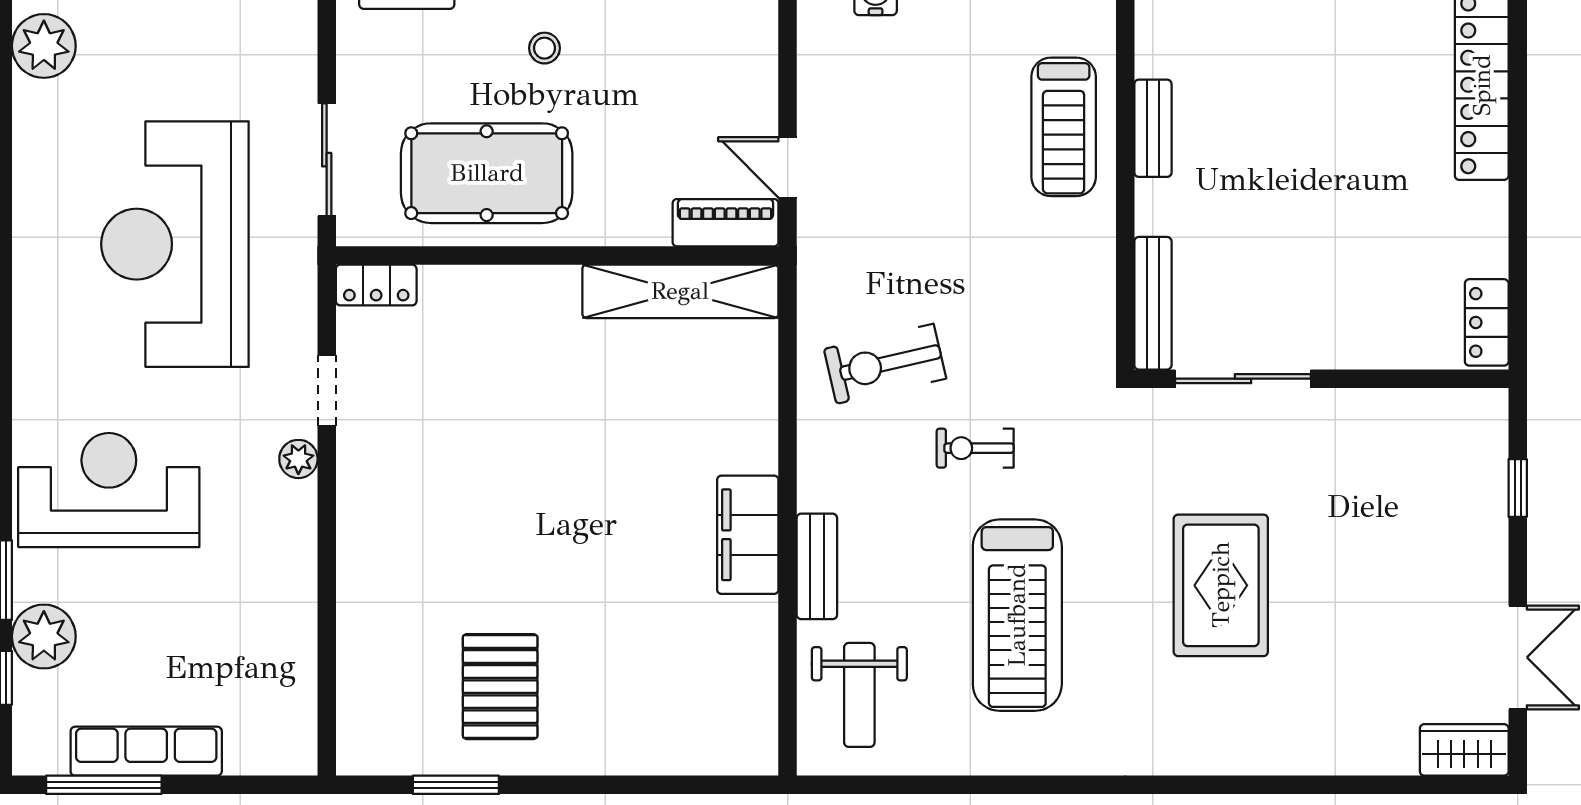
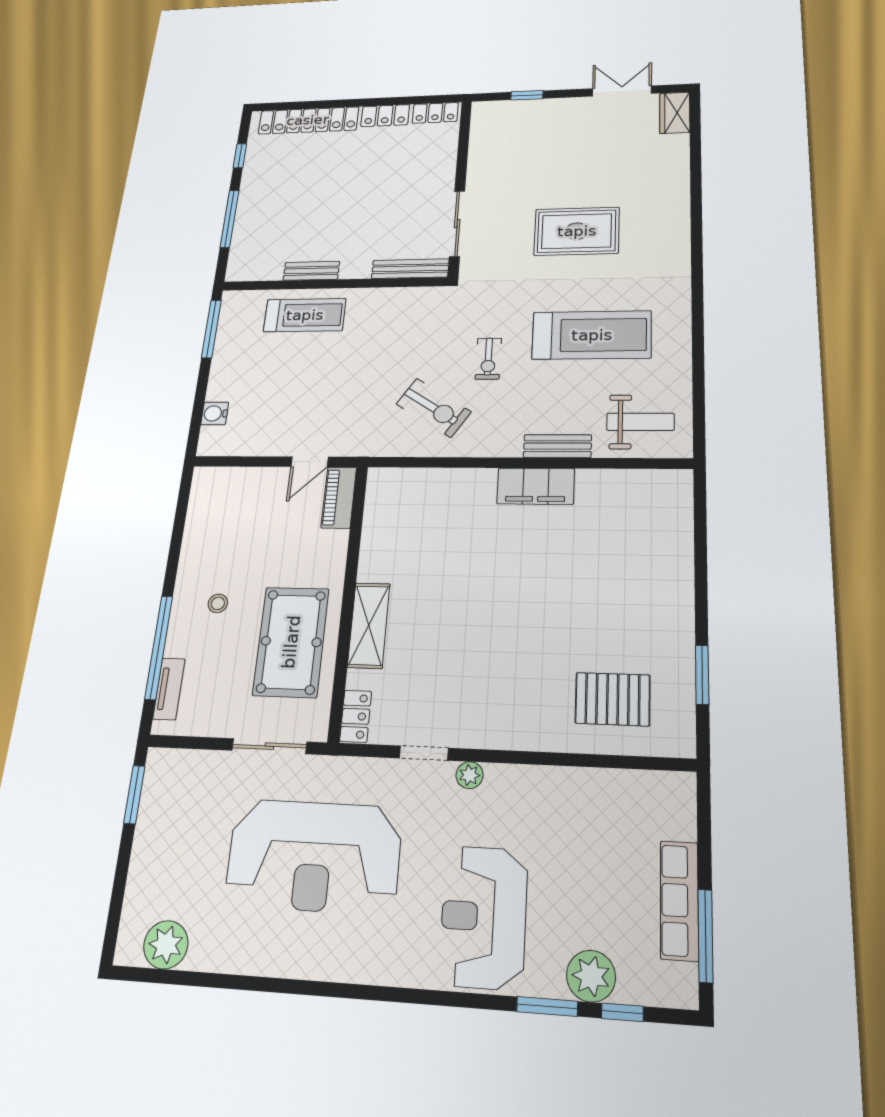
locker: (1485, 230) -> (385, 116), added
shelving: (680, 291) -> (369, 625), moved, width x0.68
exercise bike: (885, 364) -> (434, 408), turned -44
pallet: (500, 687) -> (613, 699), moved

